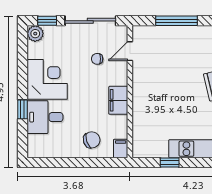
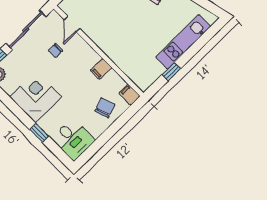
filing cabinet: (118, 100) -> (101, 69), width x0.50
desk: (45, 117) -> (73, 139), moved, turned -90

